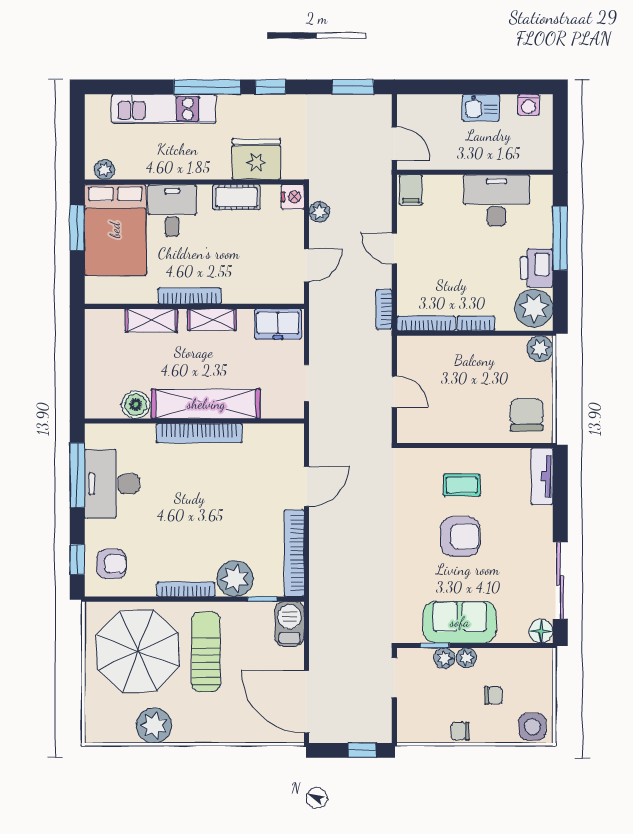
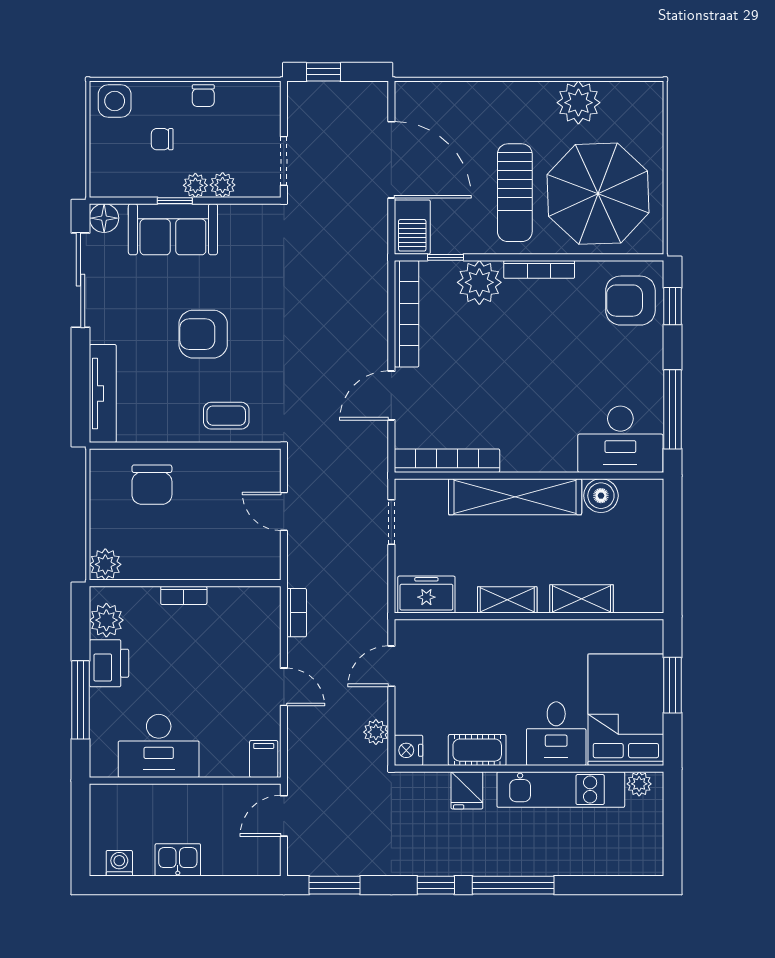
kitchen unit: (164, 109) -> (561, 790), moved, turned 180
door: (394, 143) -> (284, 816), hinge flipped
fridge: (256, 159) -> (467, 790), width x0.53, depth x0.75
window: (77, 228) -> (673, 685), moved
bookcase: (190, 296) -> (535, 629), removed
plant: (534, 308) -> (106, 620), width x0.73, depth x0.73
bookcase: (426, 323) -> (245, 595), removed
chair: (527, 415) -> (152, 485), moved
bookcase: (199, 433) -> (447, 461), moved
tv unit: (542, 476) -> (103, 394), width x1.41
desk: (112, 484) -> (620, 439), moved, turned 90
coffee table: (462, 485) -> (226, 416), moved
armchair: (112, 564) -> (630, 301), width x1.38, depth x1.38
sofa: (460, 622) -> (173, 229), moved
window: (435, 645) -> (175, 201), moved
door: (307, 702) -> (391, 160), moved
chair: (460, 731) -> (203, 96), turned 90

